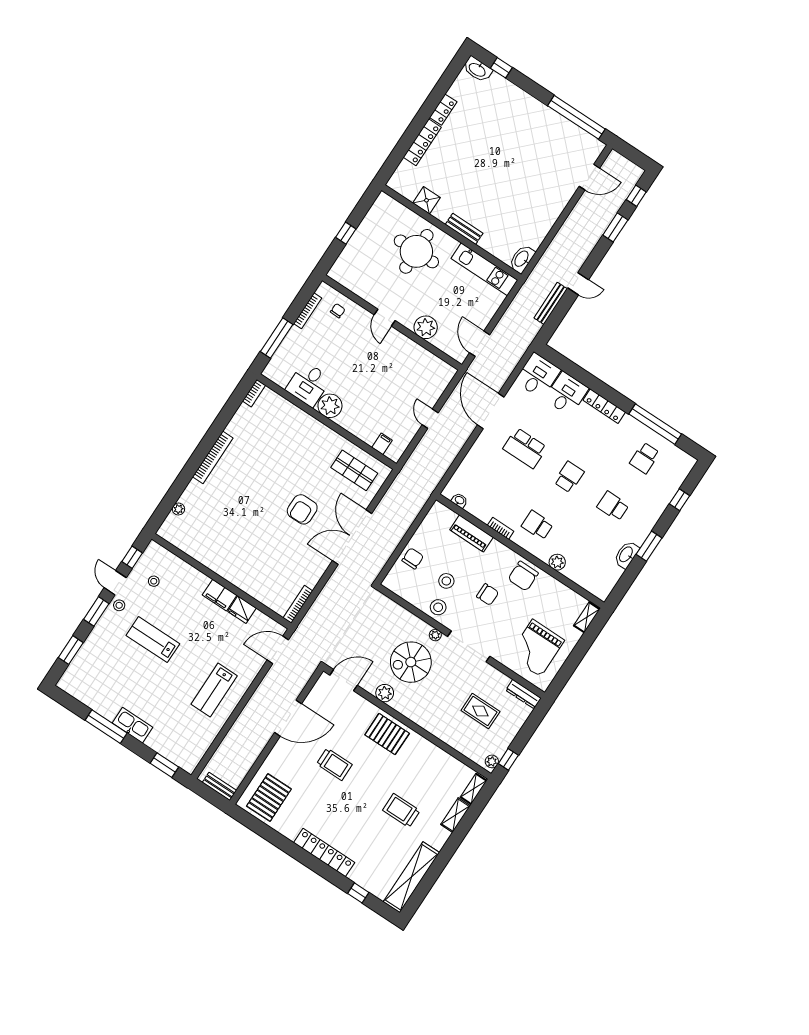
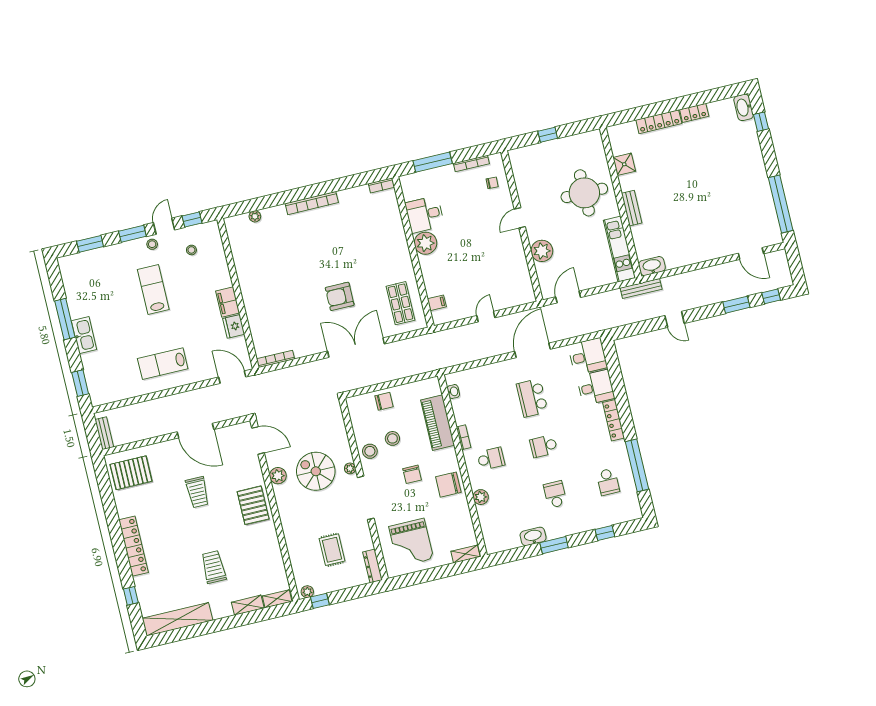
bench: (551, 303) -> (641, 288), moved
school desk: (645, 458) -> (608, 482), turned -90
school desk: (569, 477) -> (544, 446), turned 180
school desk: (537, 525) -> (491, 459), turned 90
piano: (471, 533) -> (438, 423), width x1.37, depth x1.33
grand piano: (536, 648) -> (411, 543), turned -90

